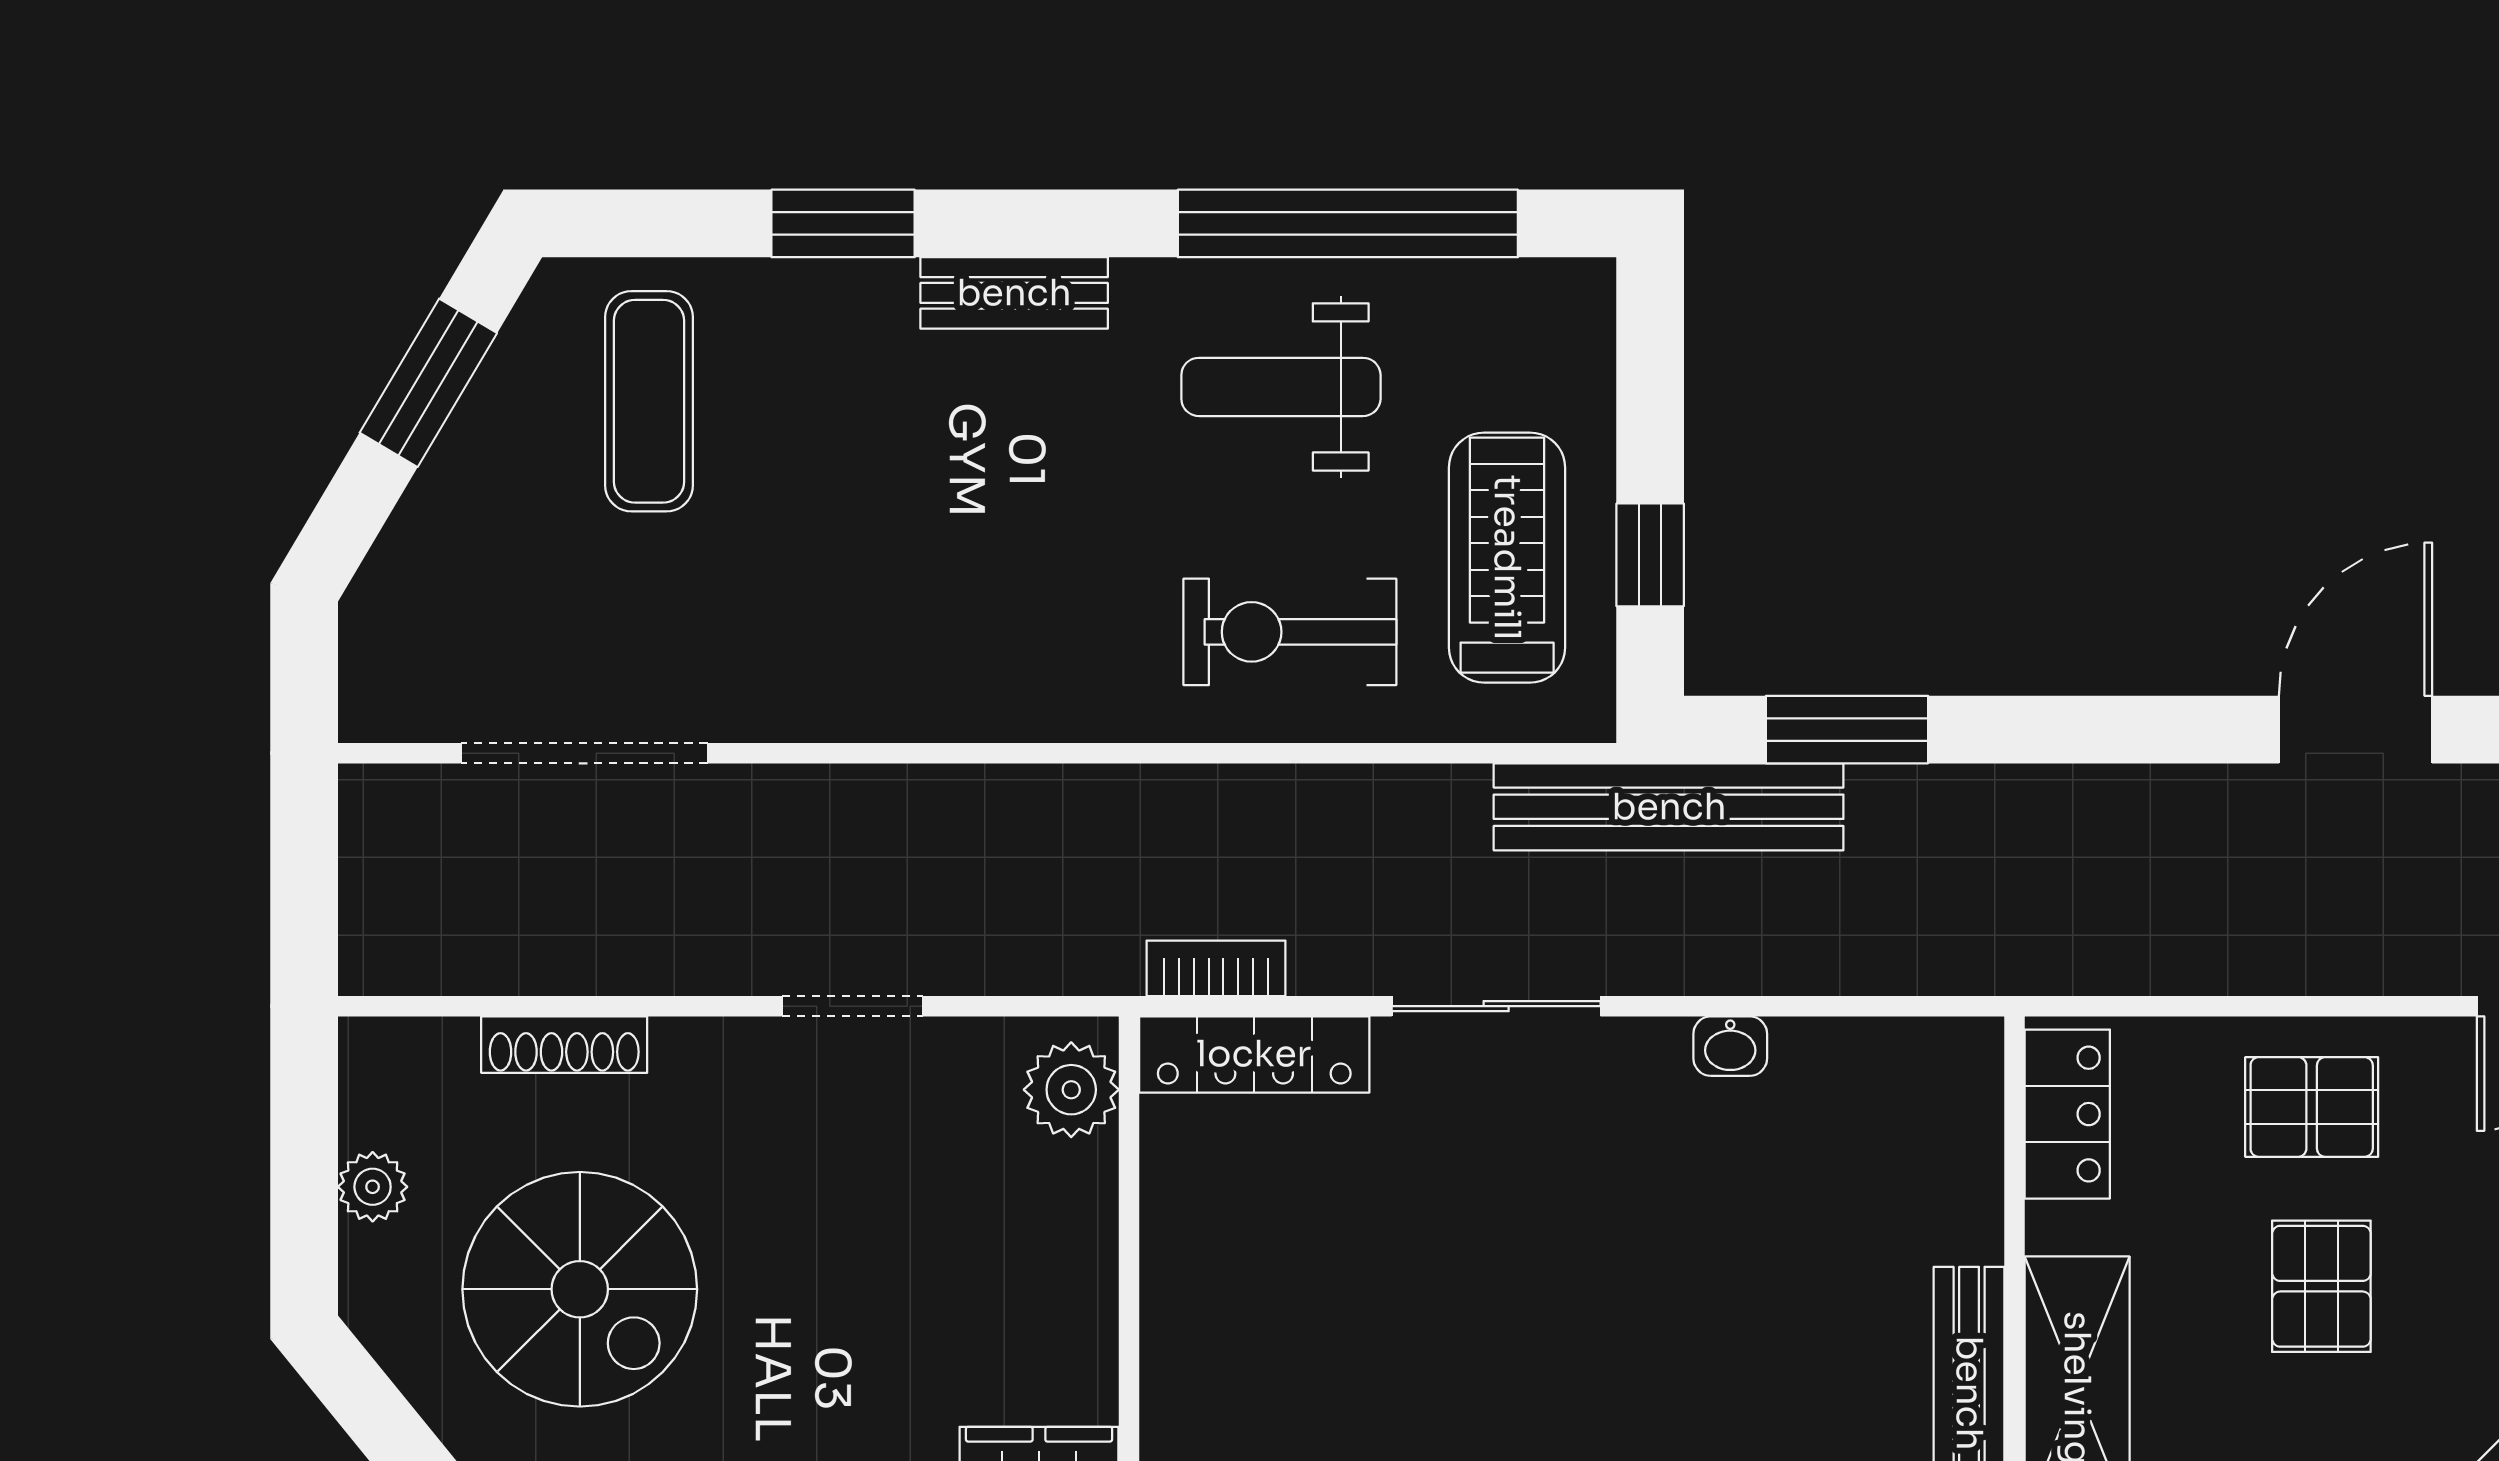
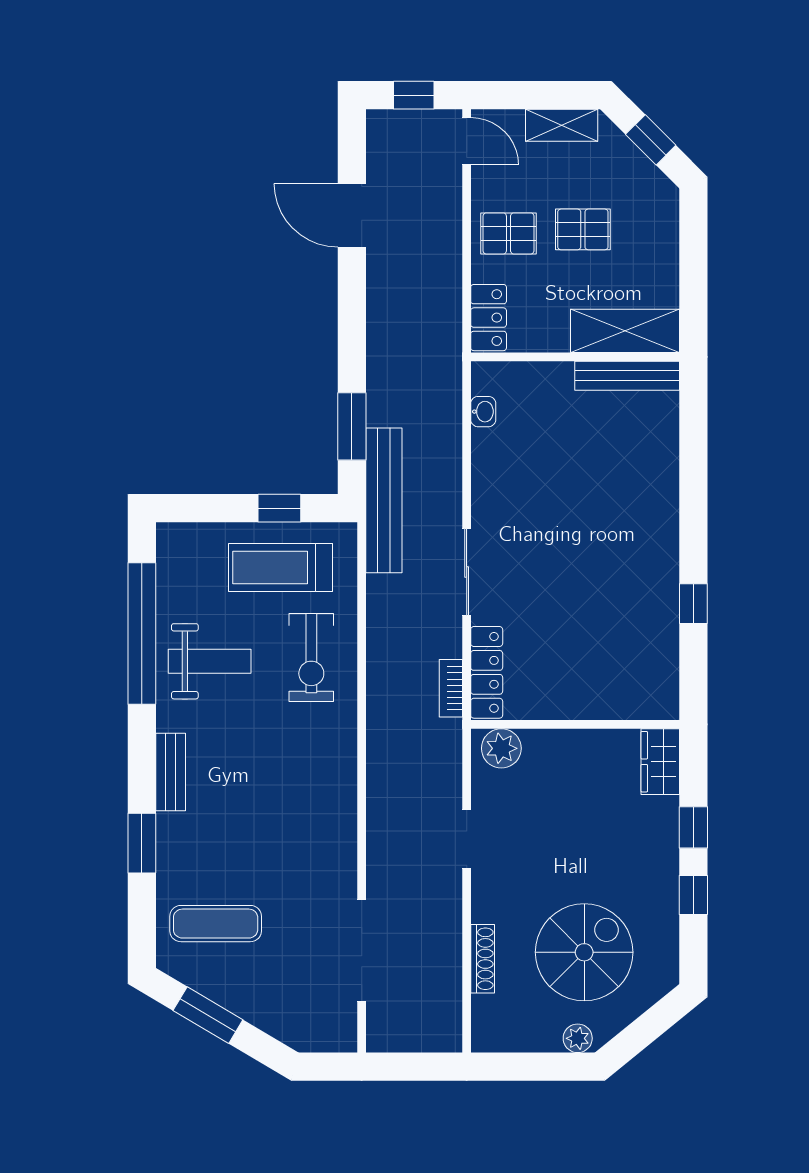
weight bench: (1281, 387) -> (210, 661), turned -90
washbasin: (1730, 1046) -> (483, 412), moved
pallet: (2312, 1107) -> (508, 233), turned 90
locker: (2067, 1114) -> (489, 318), moved, turned 90
plant: (373, 1187) -> (578, 1038), moved

